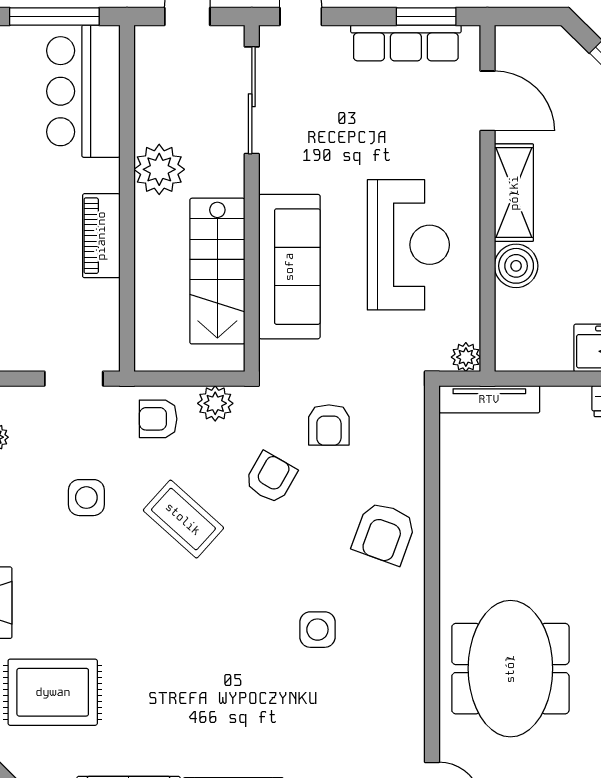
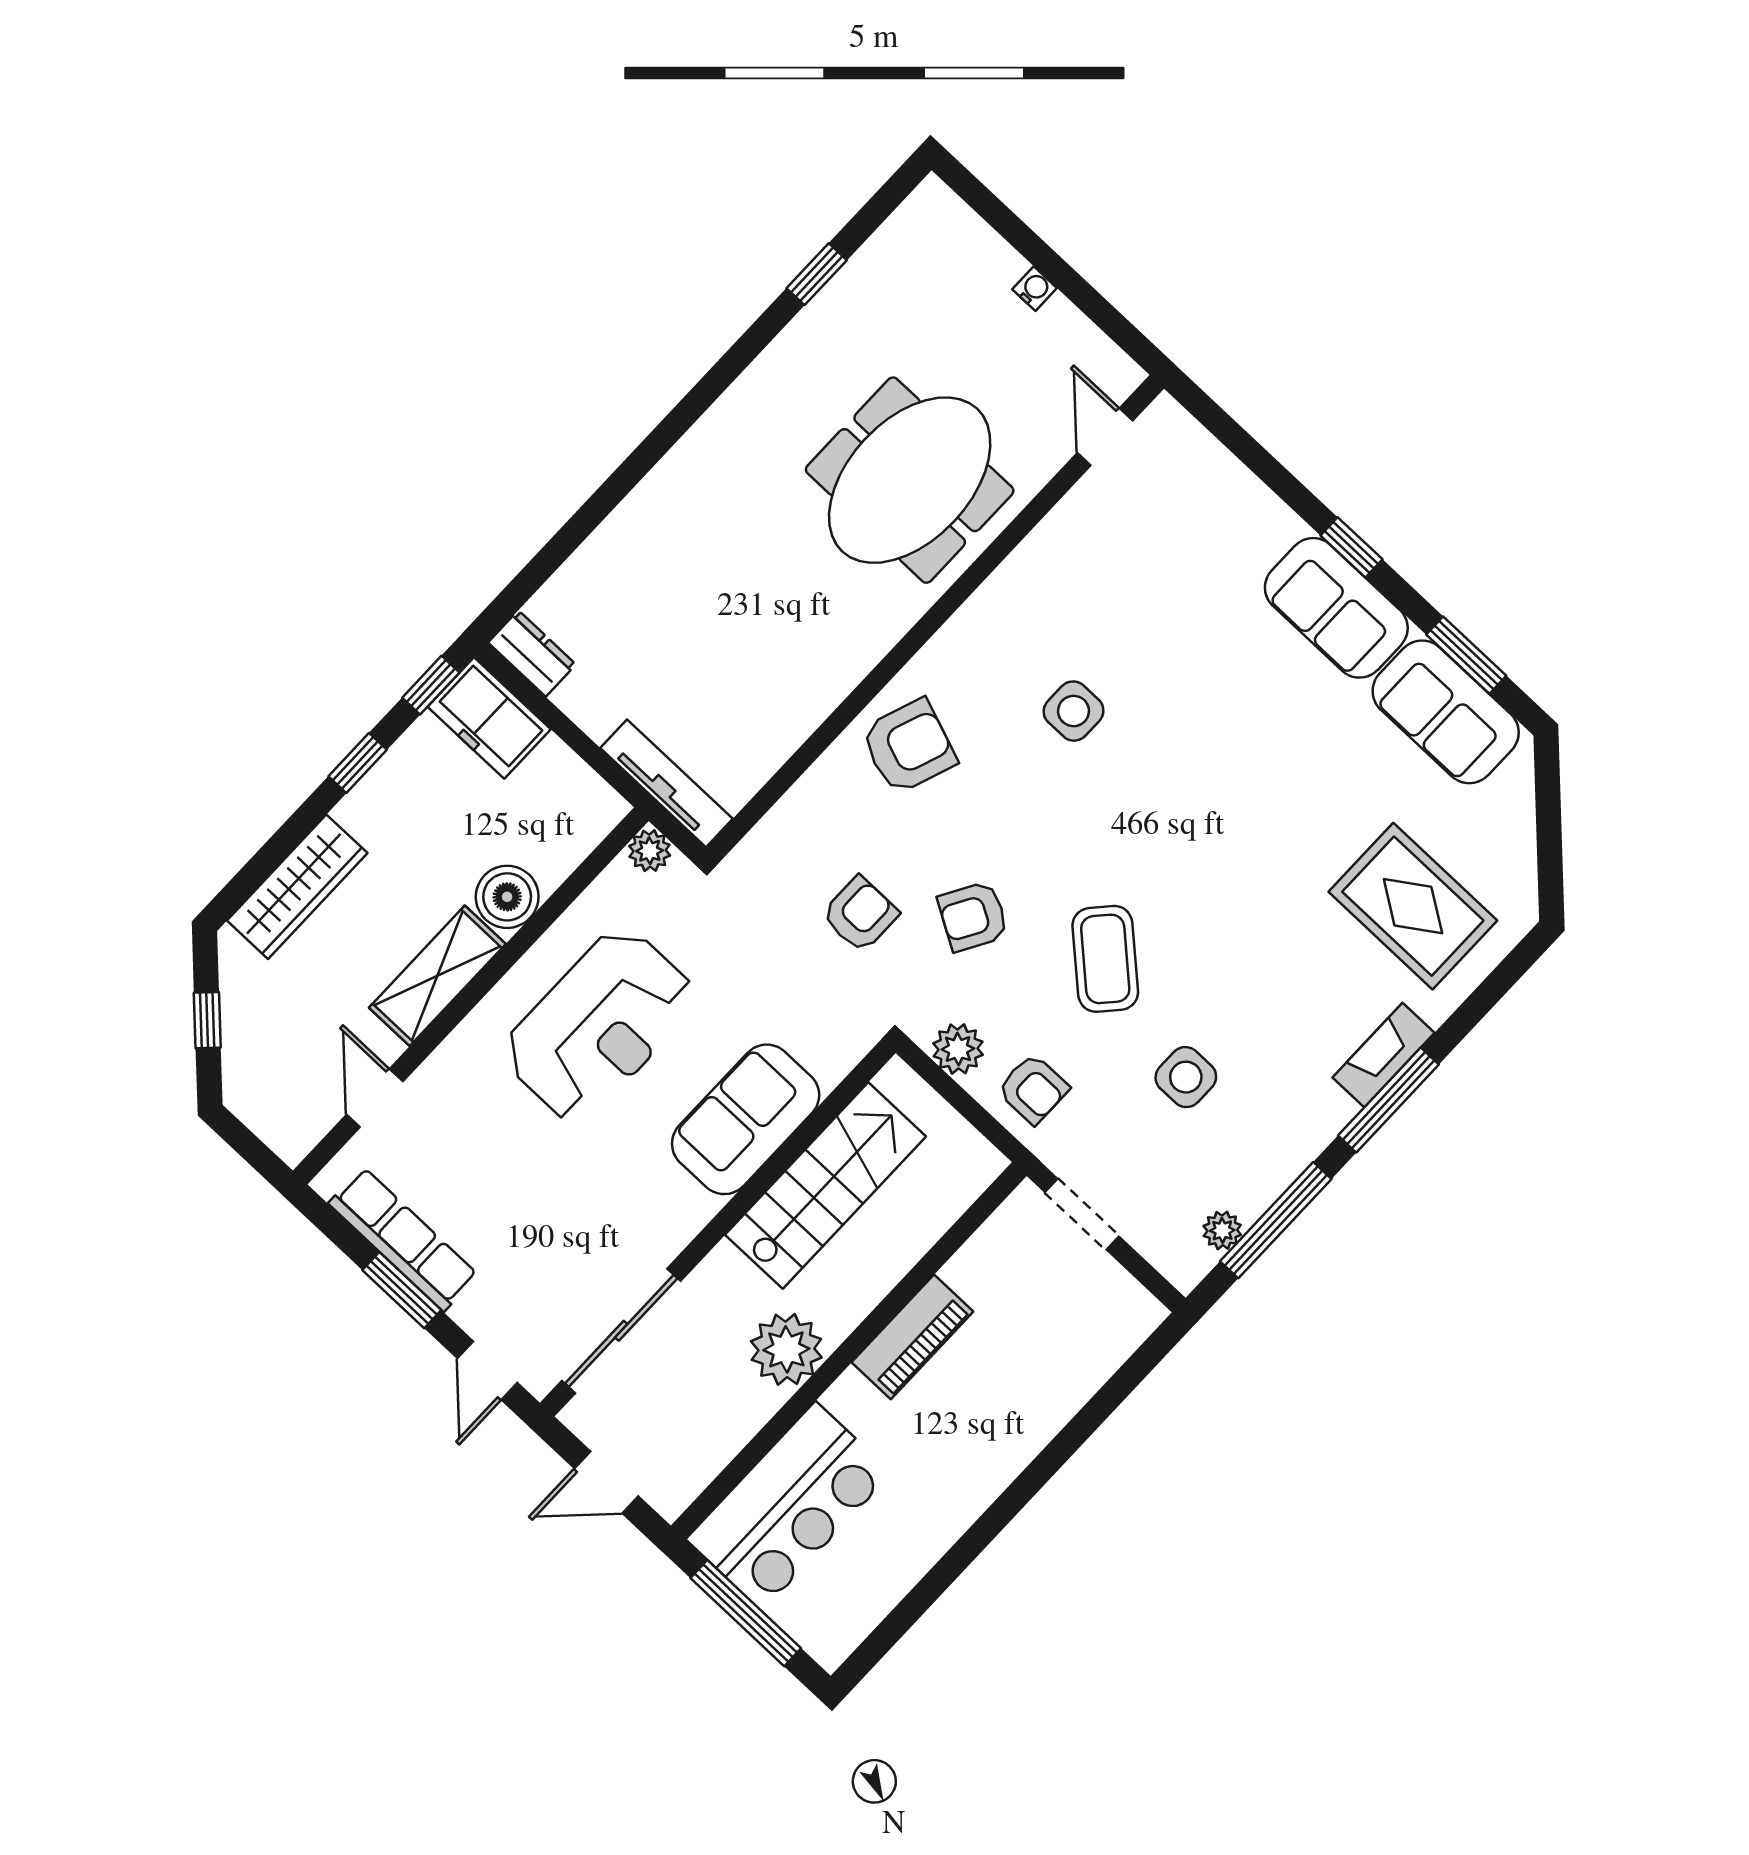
window: (426, 16) -> (402, 1290), moved
door: (487, 101) -> (375, 1098), width x0.73
reception desk: (408, 245) -> (599, 1025), turned 180
sofa: (289, 267) -> (746, 1119), width x0.73

